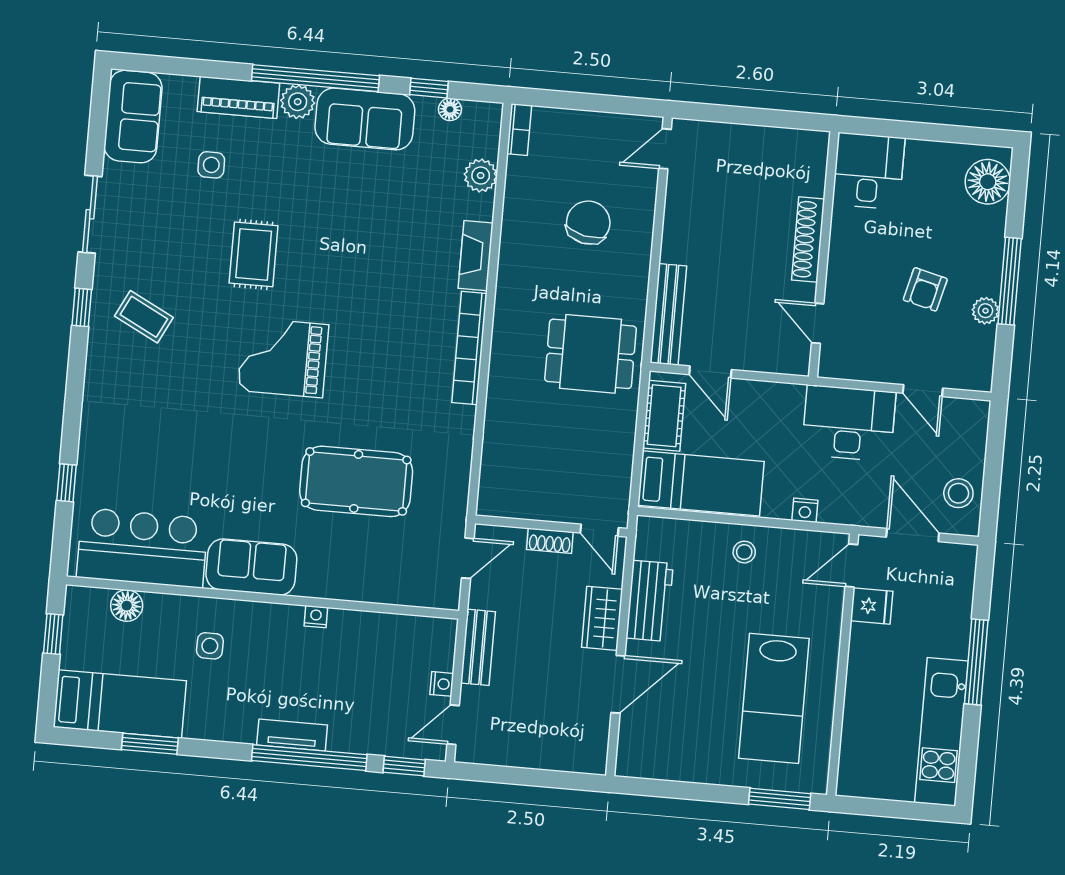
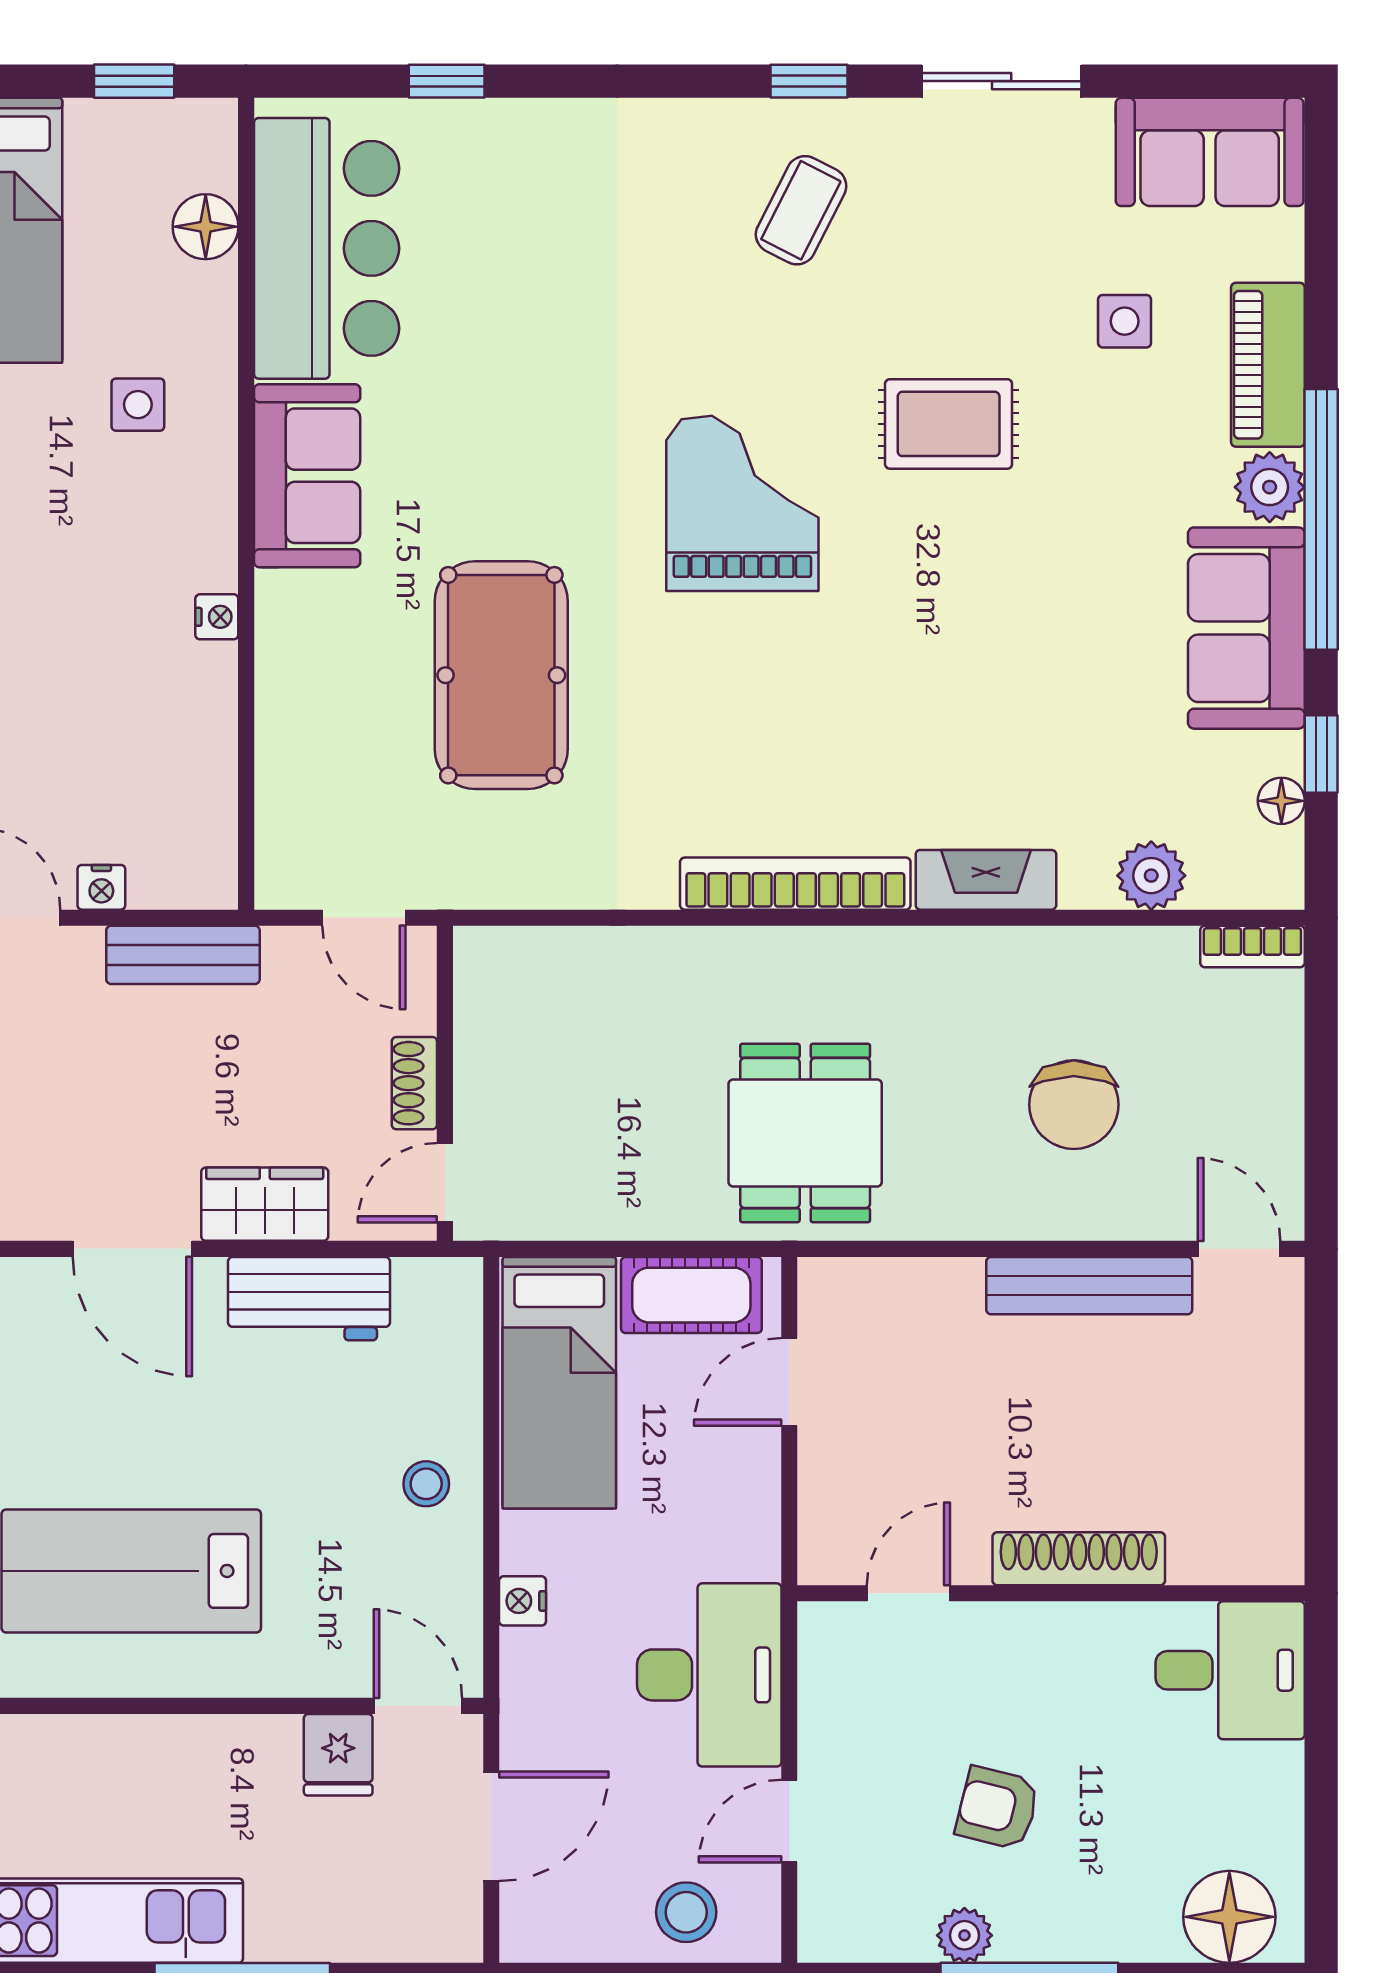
chair: (588, 223) -> (1074, 1105), turned 78
bench: (668, 314) -> (1089, 1286), moved
stool: (958, 493) -> (686, 1912), moved

